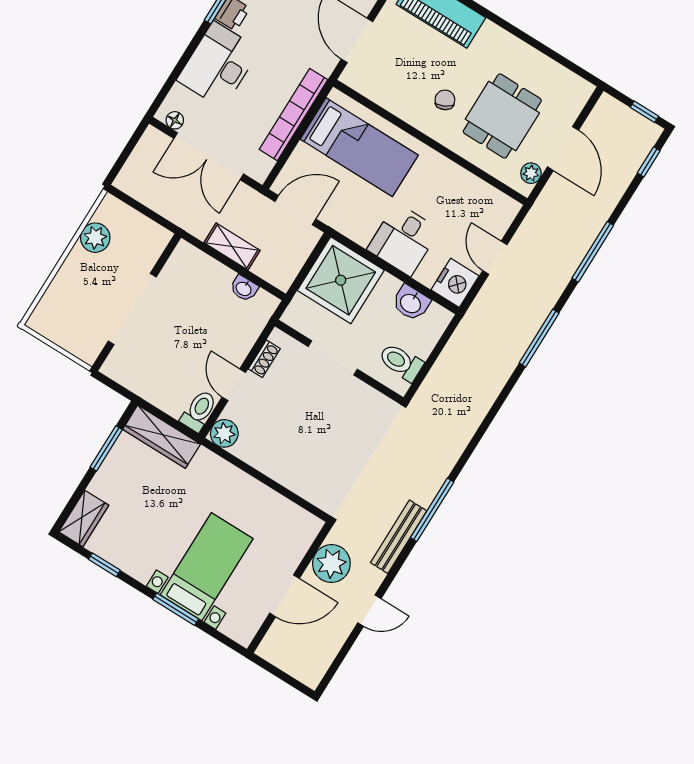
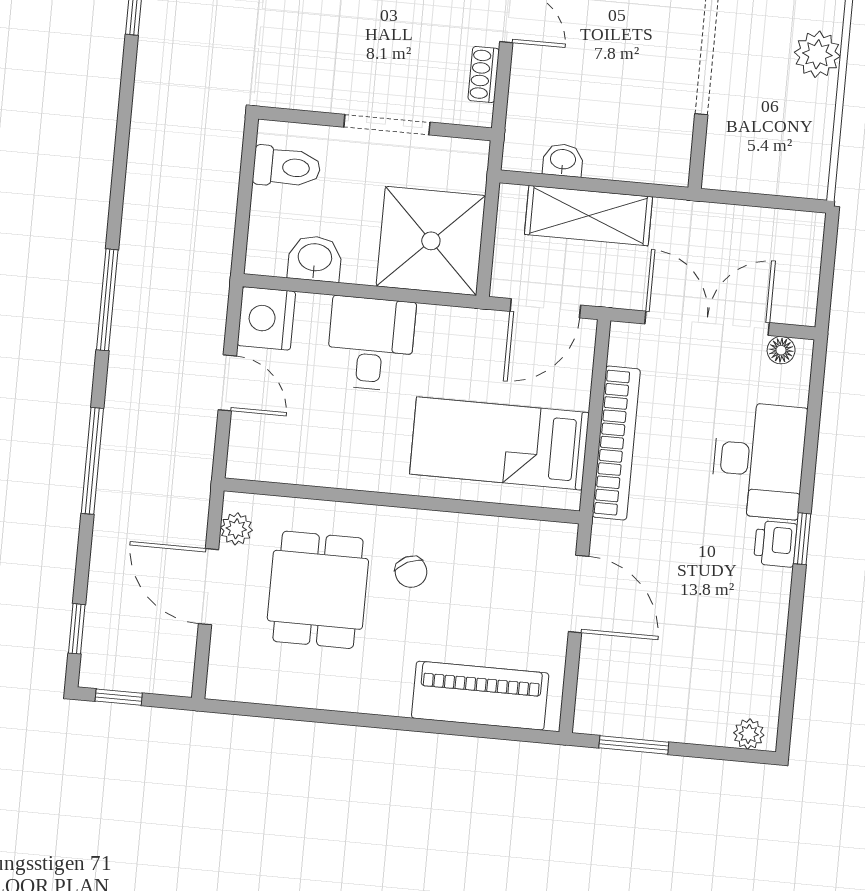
plant: (95, 238) -> (817, 54), moved
shelving: (232, 246) -> (588, 216), width x1.50, depth x1.33

